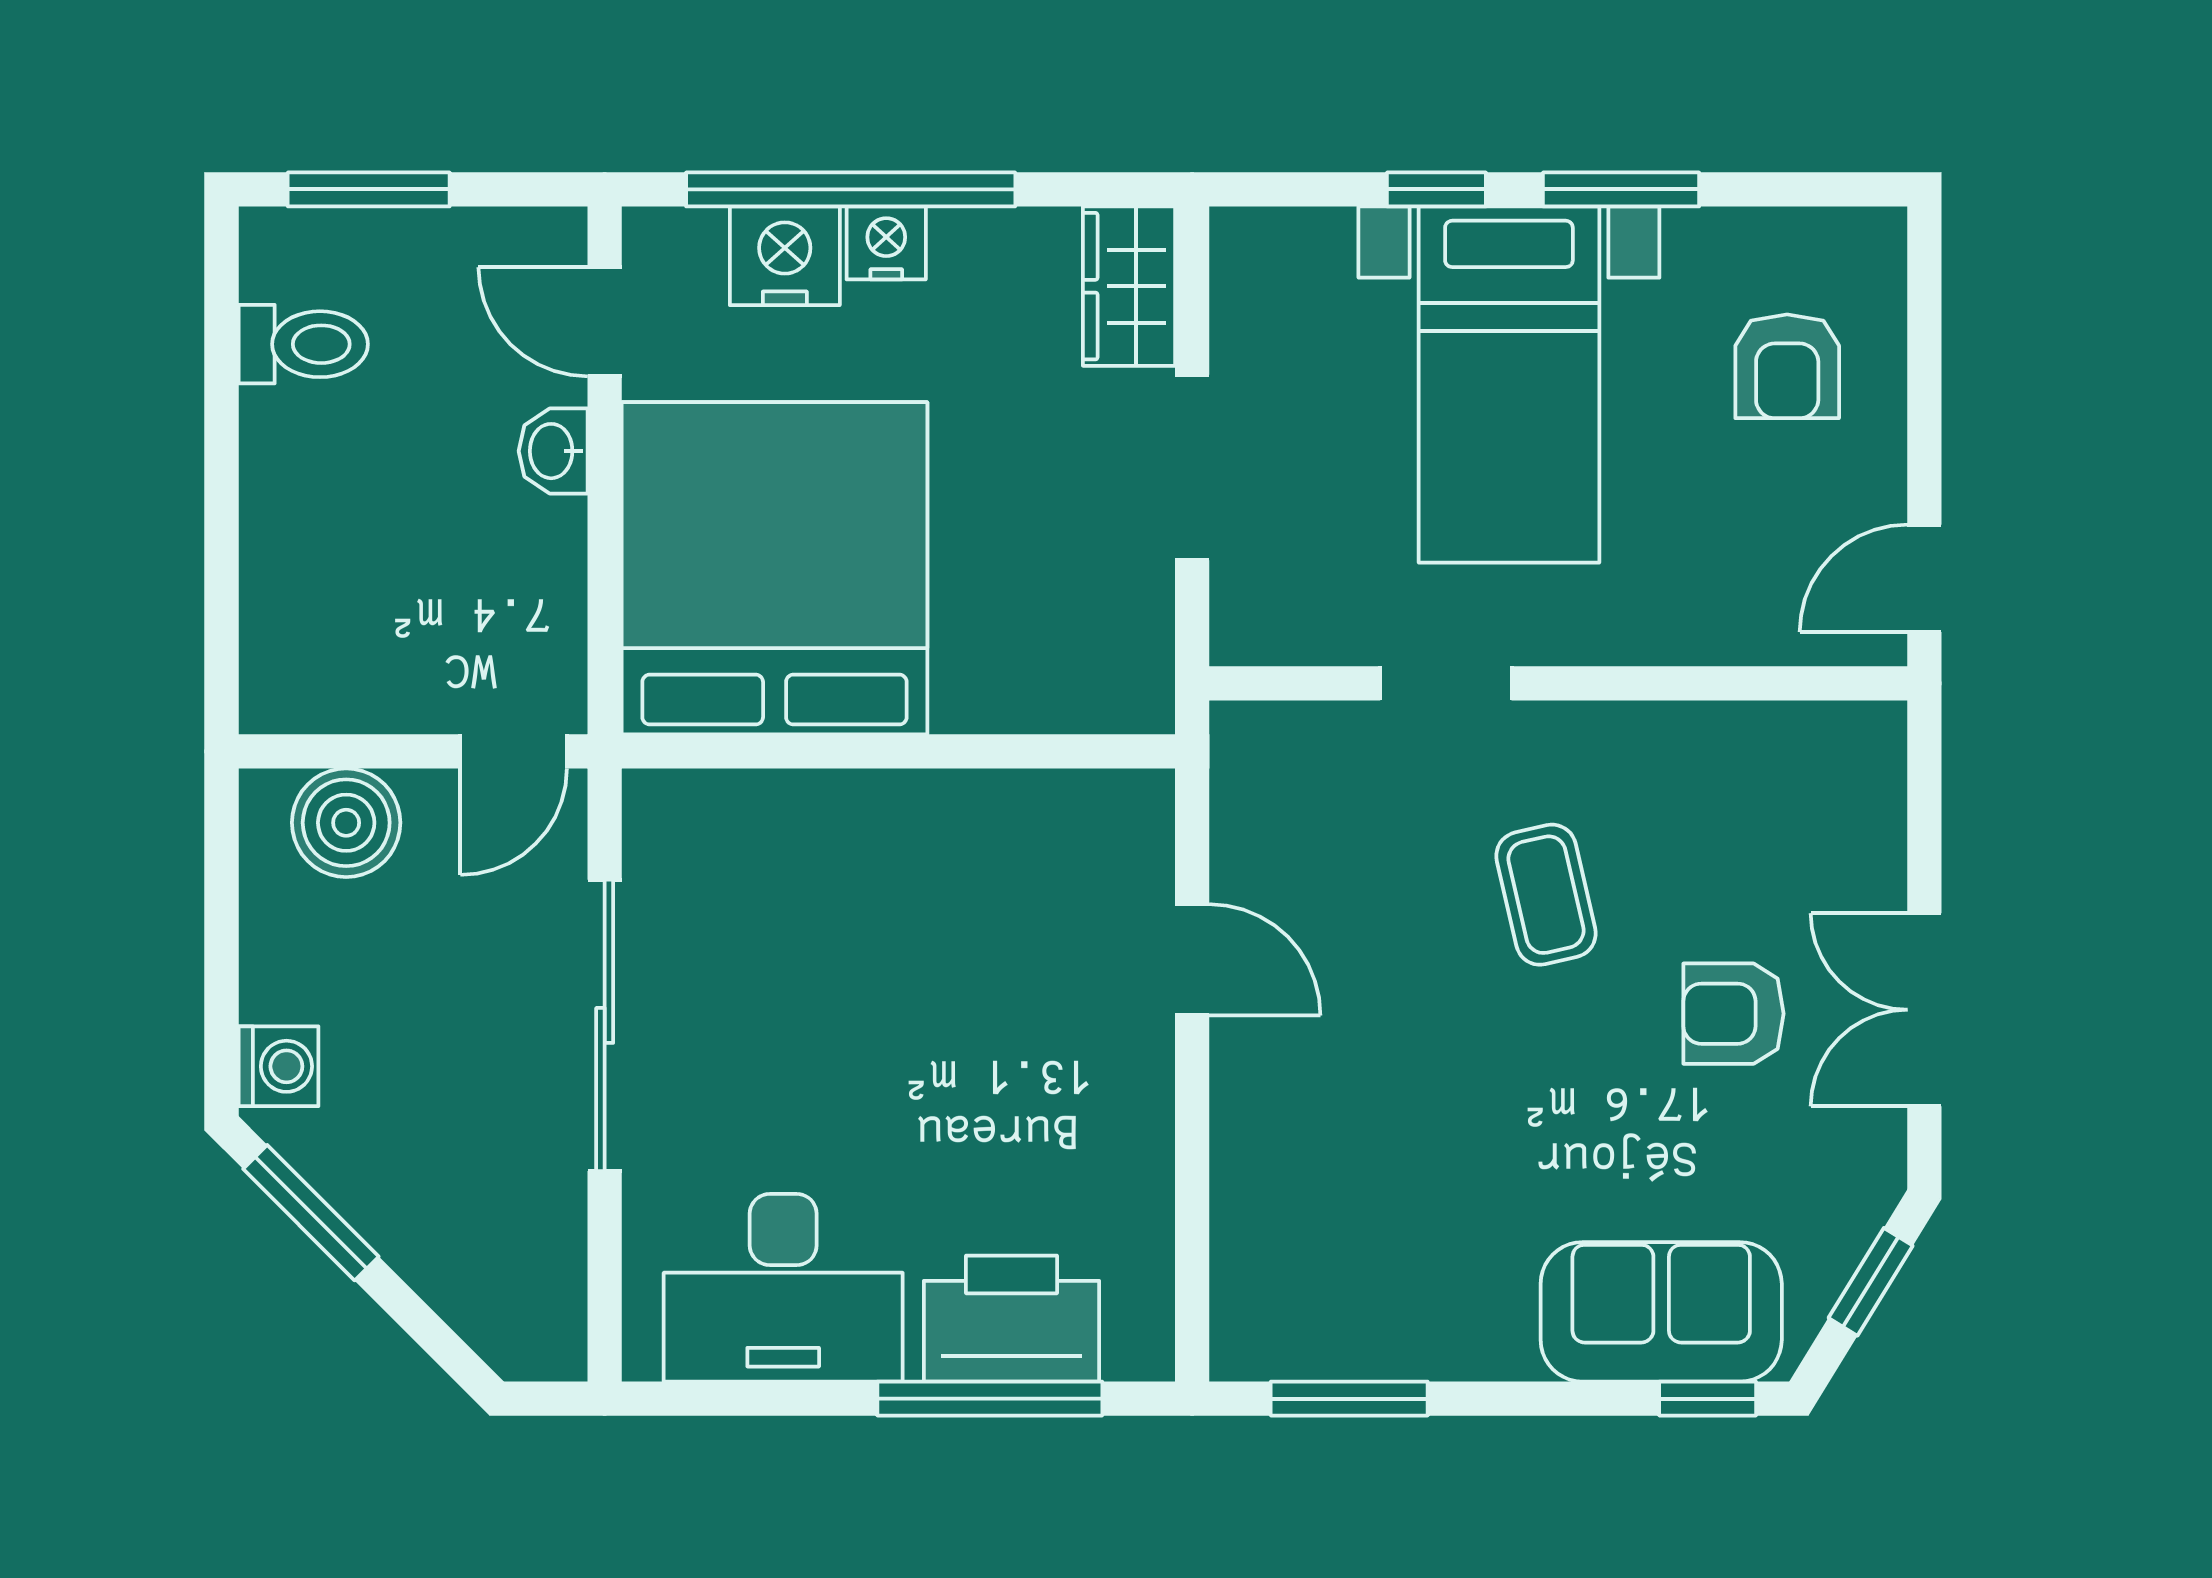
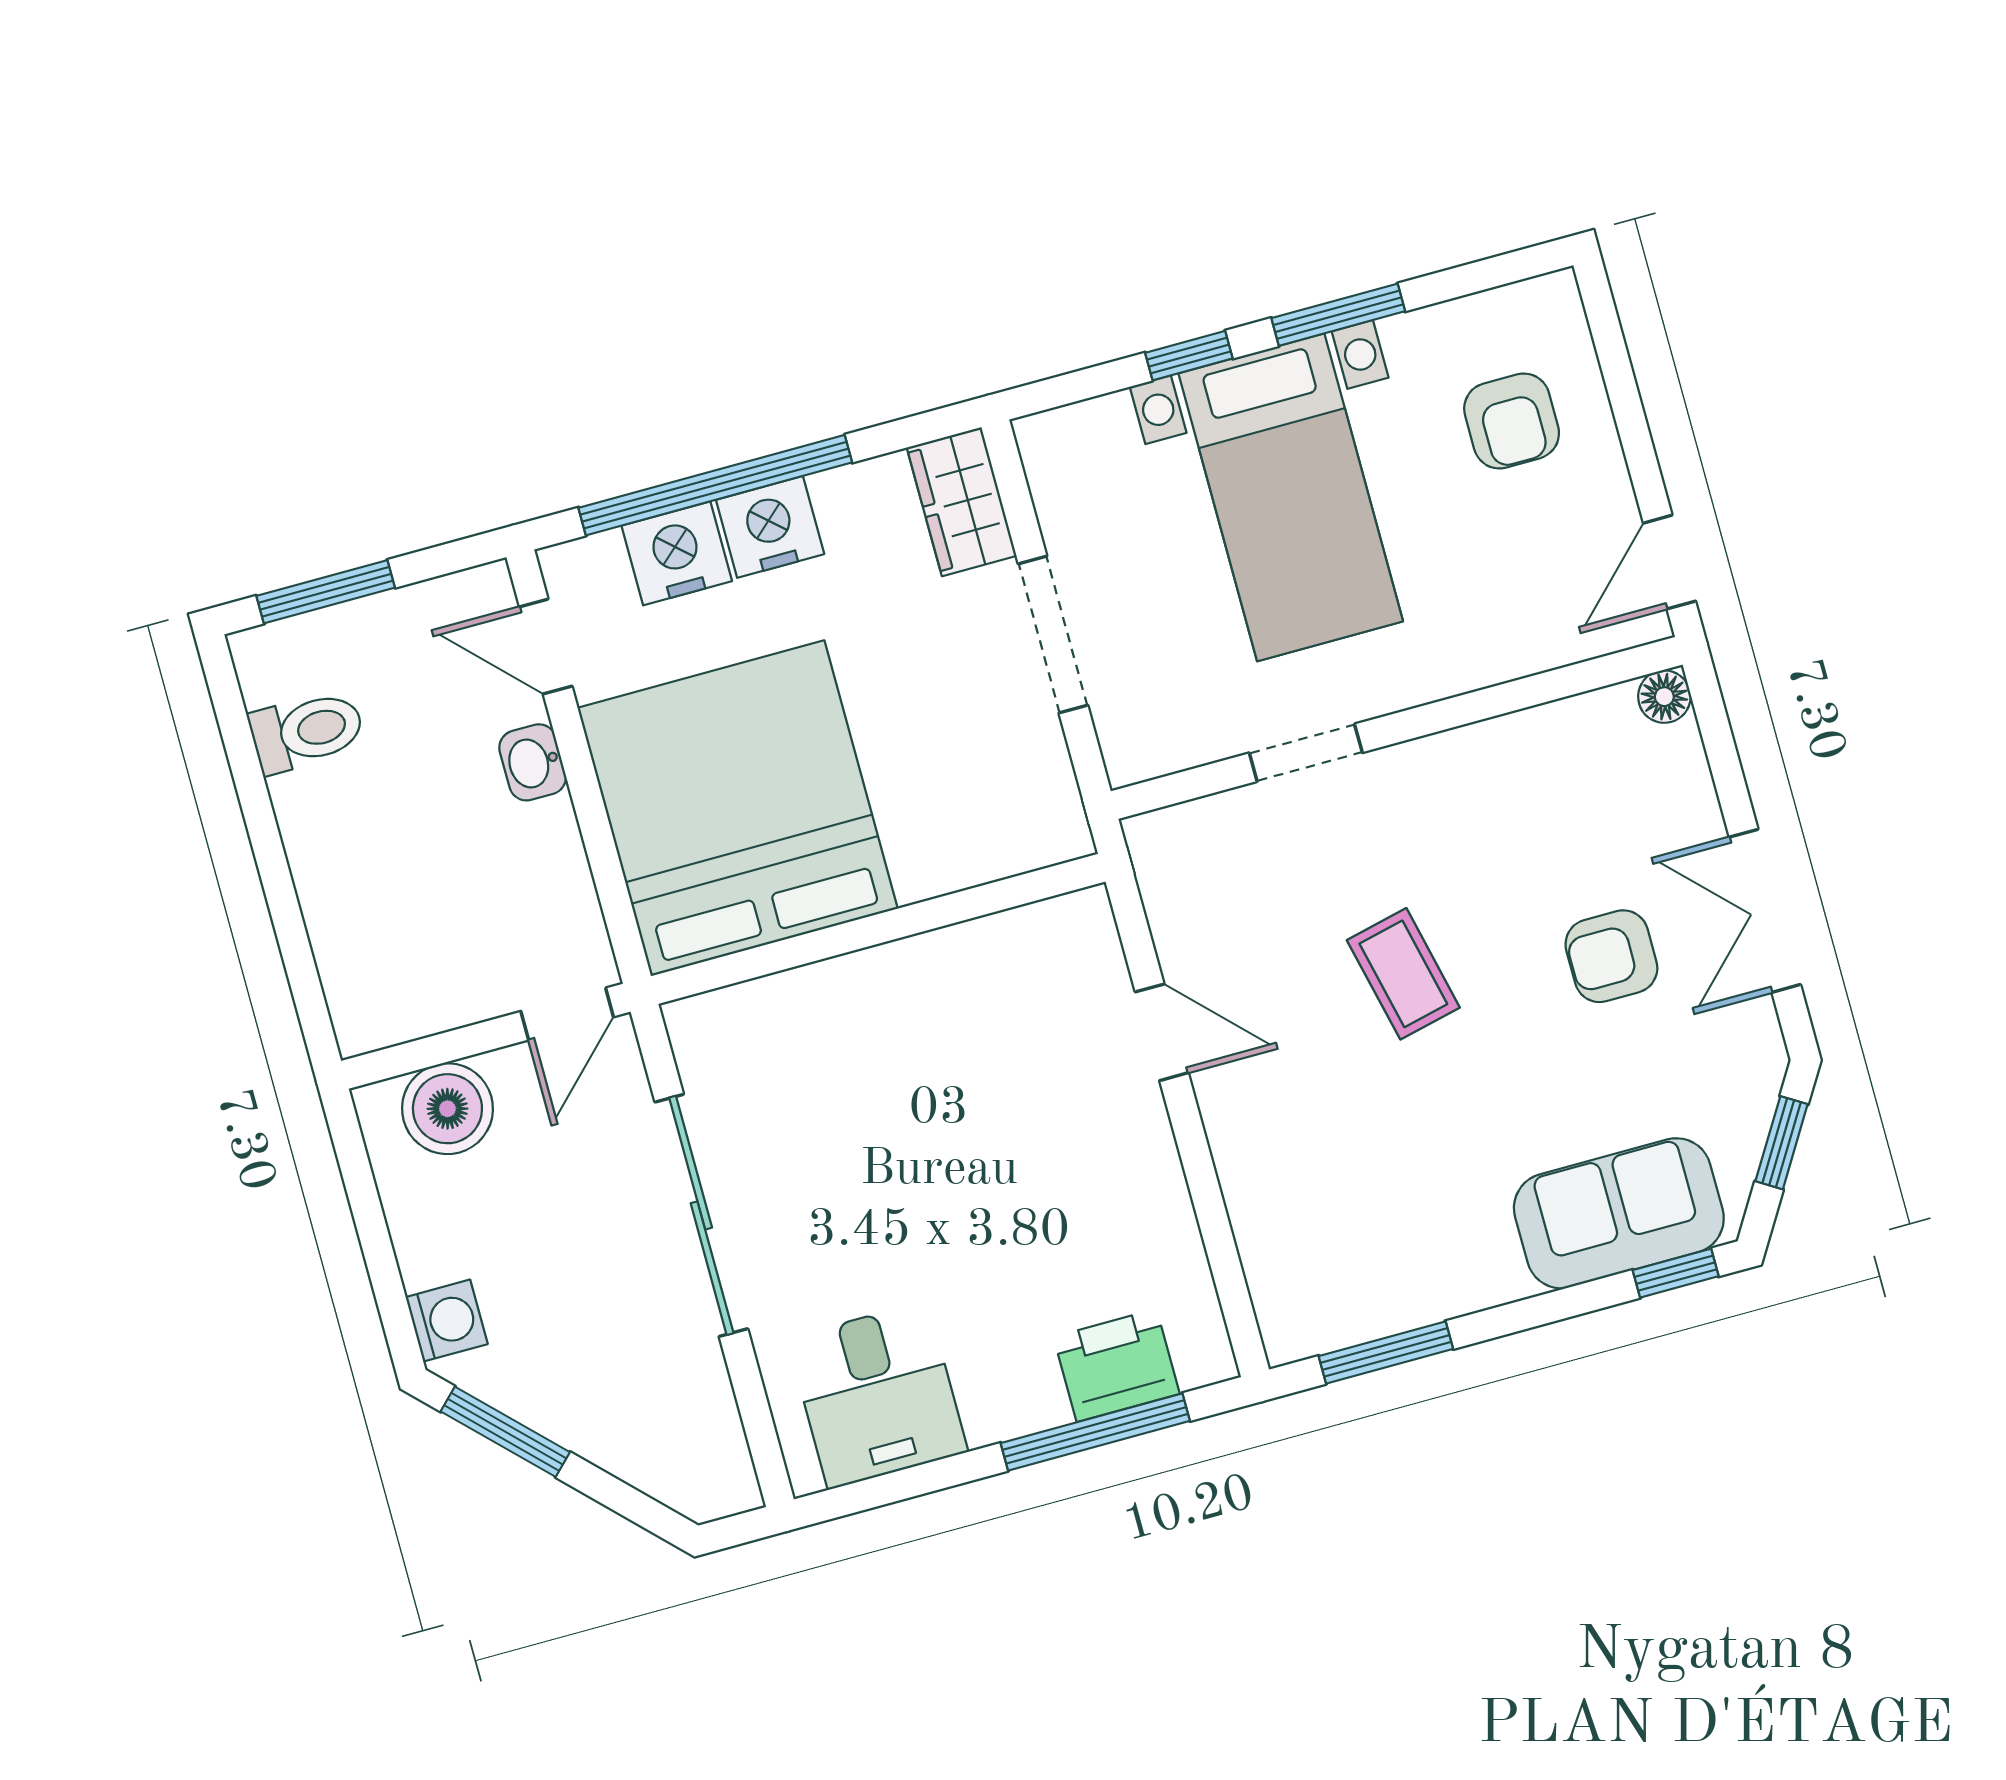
nightstand: (886, 243) -> (770, 527), width x1.36, depth x1.33
floor lamp: (1876, 732) -> (1664, 697), added
coffee table: (1546, 895) -> (1403, 974), moved
desk: (783, 1288) -> (877, 1395), width x0.73
printer: (1012, 1319) -> (1117, 1365), width x0.73, depth x0.84

